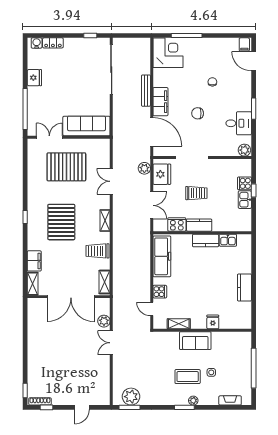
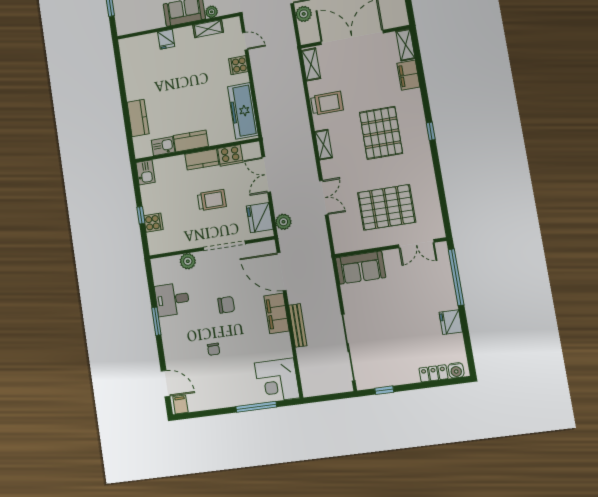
sofa: (86, 126) -> (361, 268), width x0.73
plant: (244, 150) -> (188, 261), moved
trolley: (196, 193) -> (212, 200), turned 180
kitchen sink: (245, 200) -> (146, 172), moved
kitchen counter: (244, 288) -> (138, 118), moved
plant: (174, 336) -> (212, 12), added

